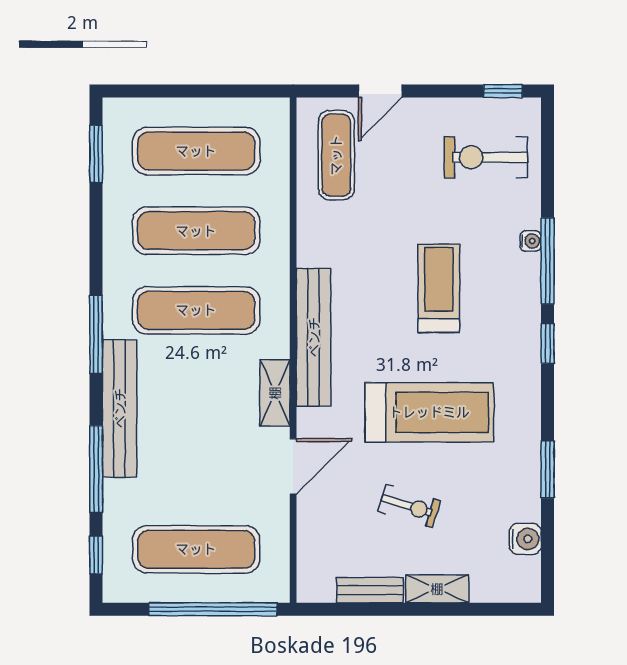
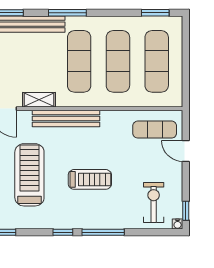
water cooler: (531, 241) -> (178, 224), moved
treadmill: (429, 412) -> (29, 175), turned 180

